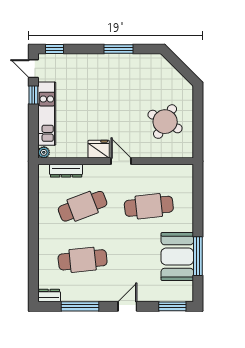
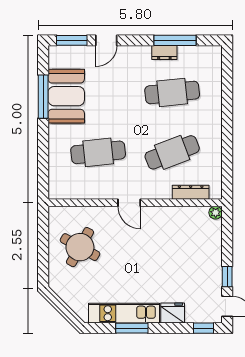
kitchen unit: (47, 114) -> (124, 313), moved, turned 90
fridge: (99, 149) -> (173, 313), moved, turned 180
dresser: (49, 296) -> (164, 53), moved
door: (127, 306) -> (106, 40), moved

